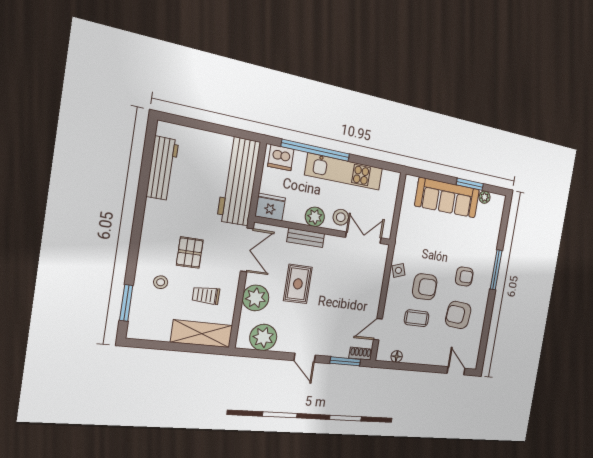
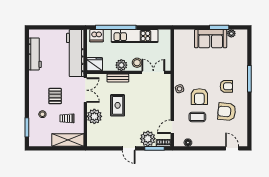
sofa: (447, 198) -> (211, 39), width x0.73
armchair: (425, 287) -> (199, 97), turned 90
plant: (263, 337) -> (148, 139), moved

